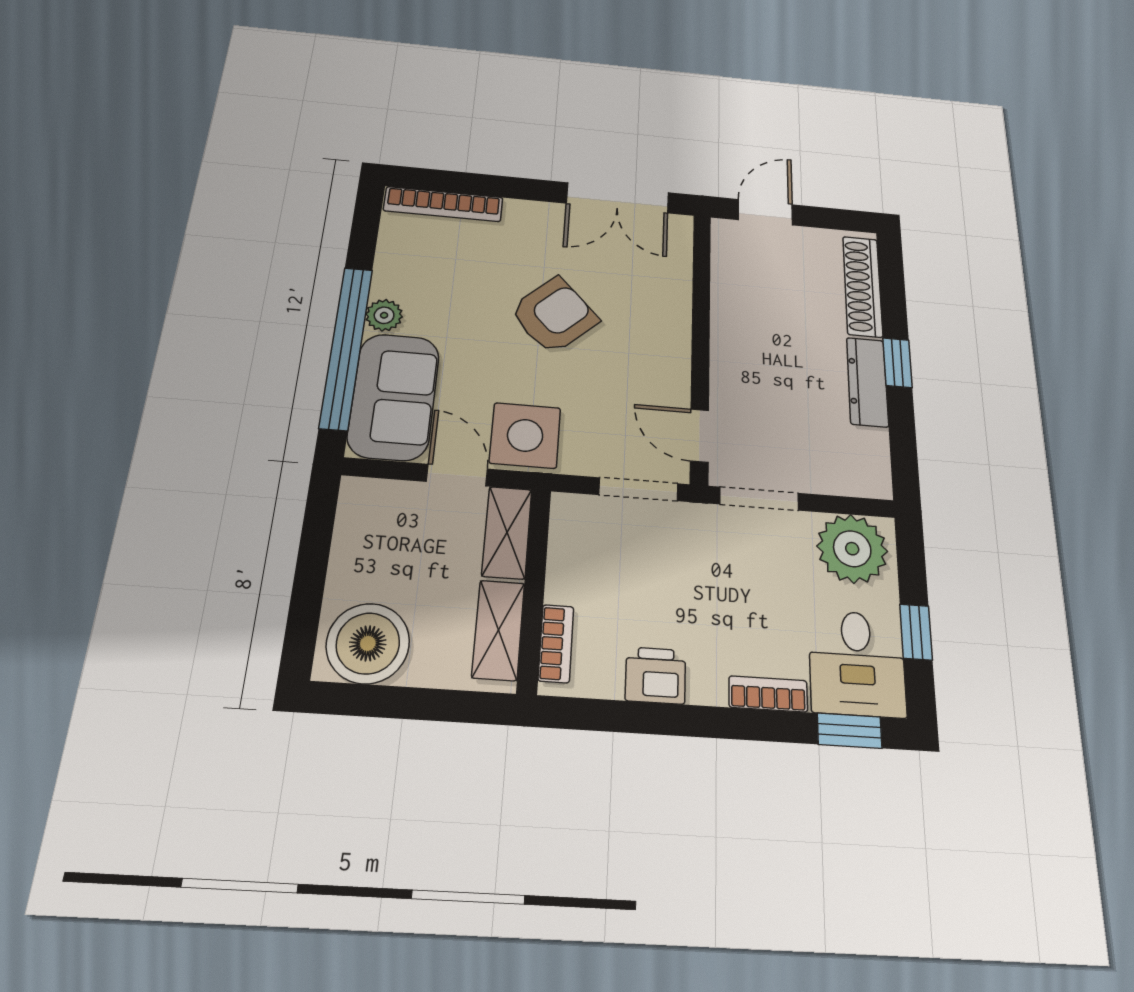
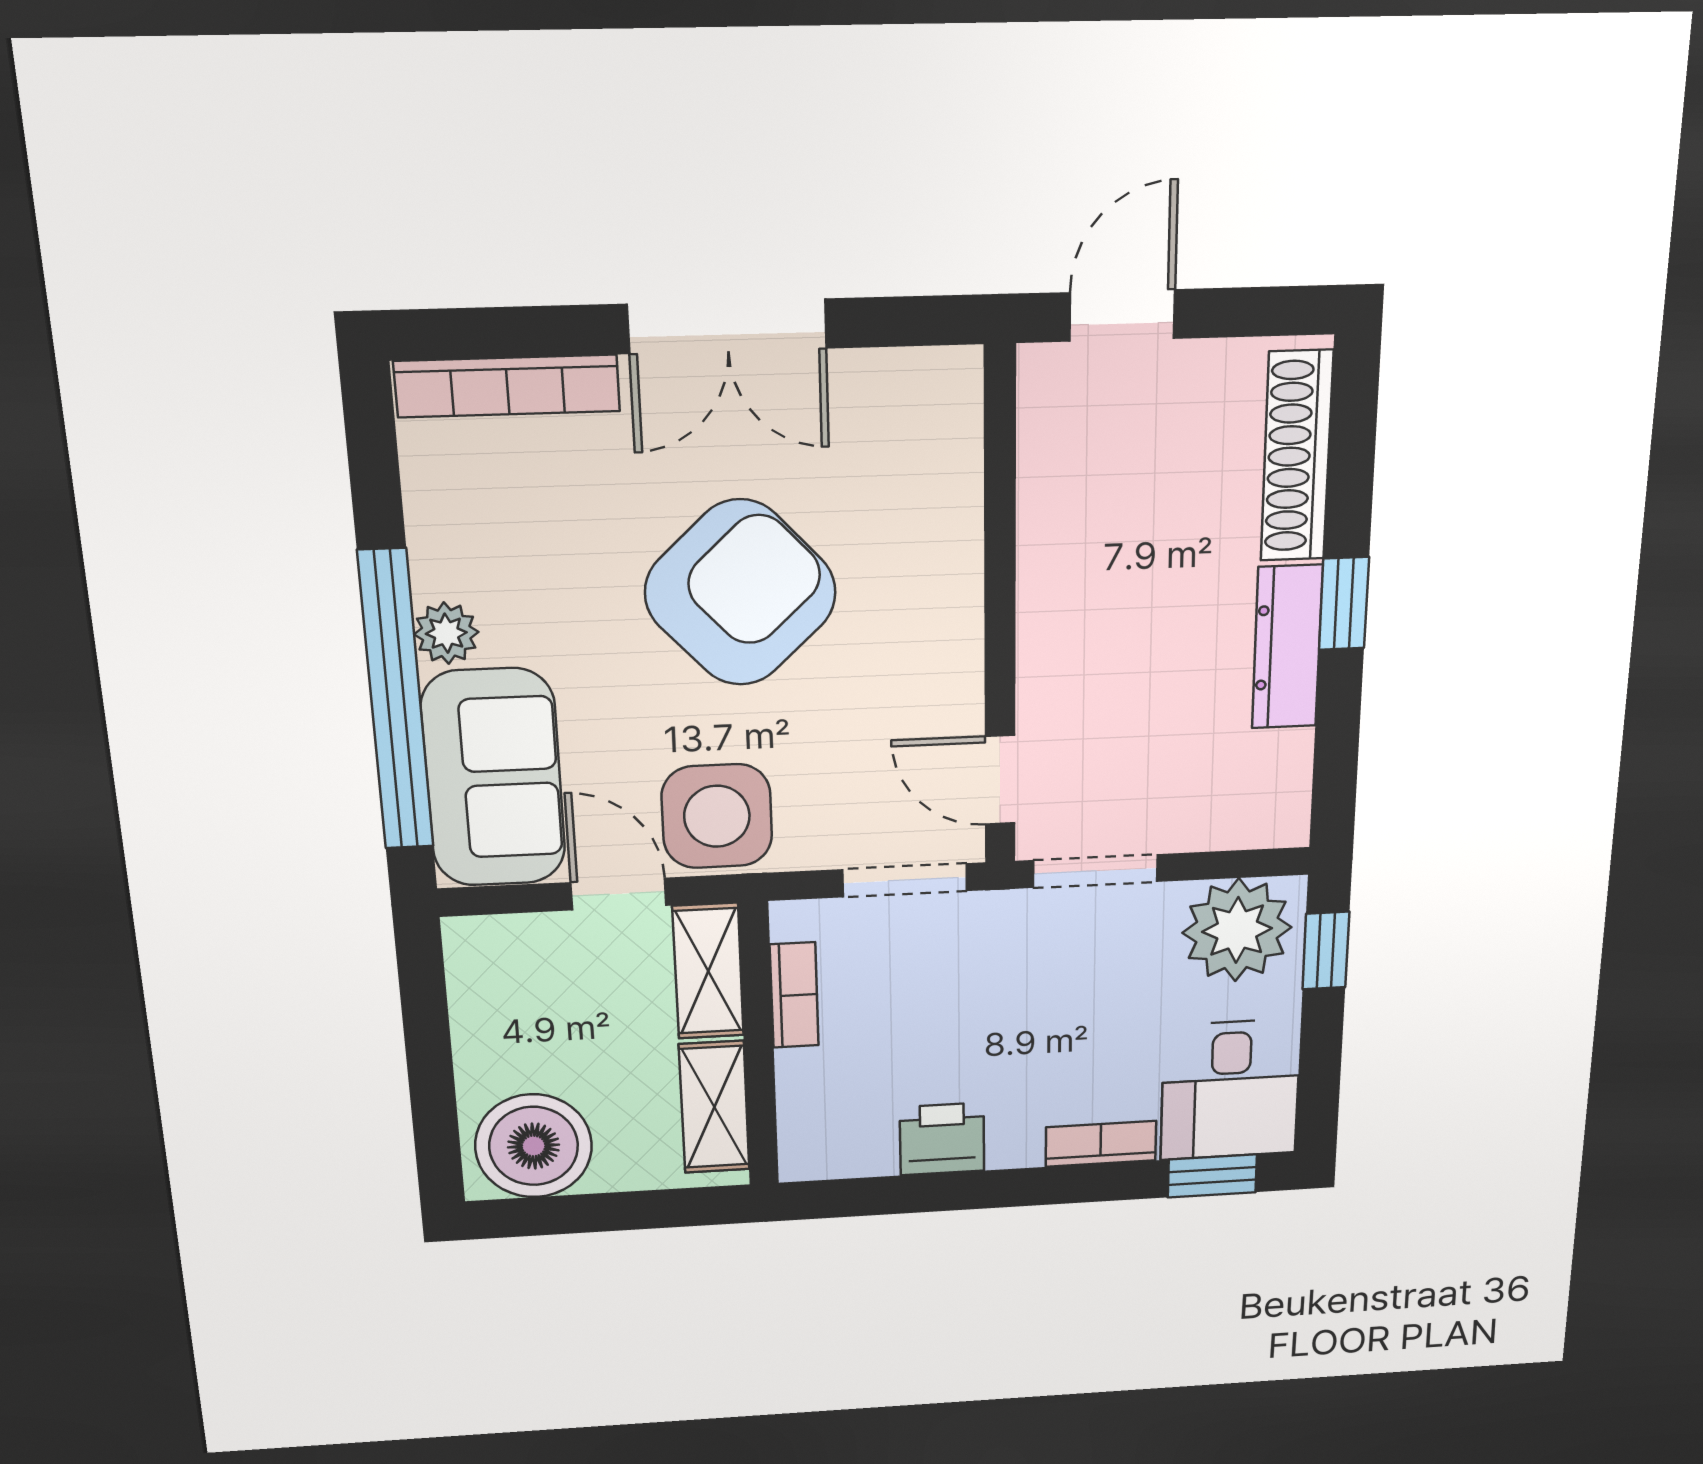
double door: (618, 198) -> (727, 326), moved
armchair: (554, 315) -> (740, 593), width x1.36, depth x1.36
window: (916, 632) -> (1326, 951), moved
bookcase: (556, 644) -> (794, 995), moved

